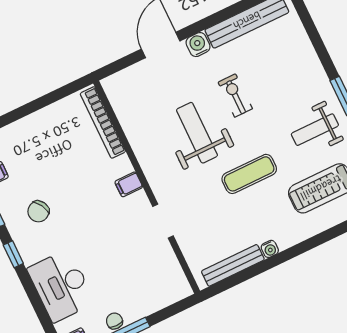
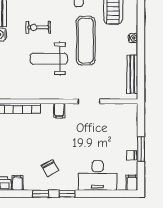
exercise mat: (249, 174) -> (86, 41), width x1.36, depth x1.45
water cooler: (270, 249) -> (133, 38), moved

